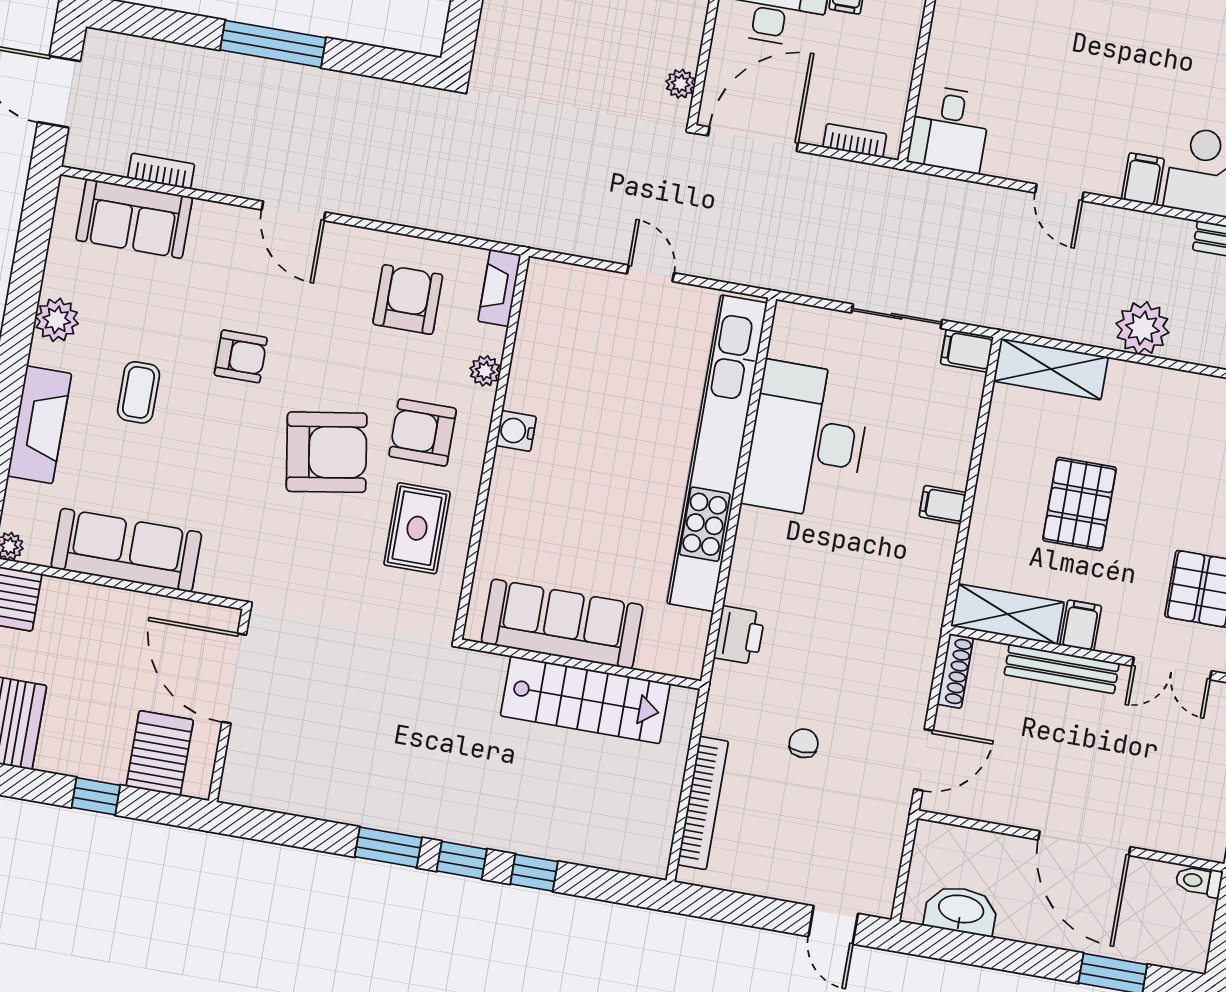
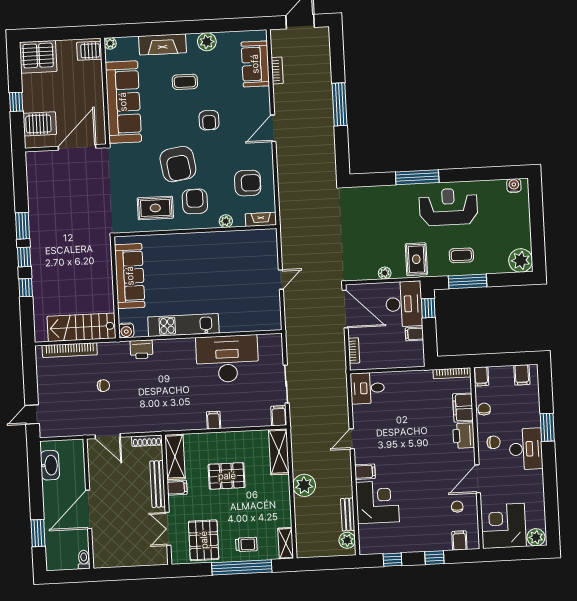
plant: (680, 84) -> (385, 273), moved
water cooler: (516, 431) -> (126, 330), moved, turned 180
kitchen unit: (717, 453) -> (183, 325), width x0.54
sofa: (126, 550) -> (123, 102), width x1.36, depth x1.27
stairs: (585, 700) -> (82, 327), moved, turned 90

